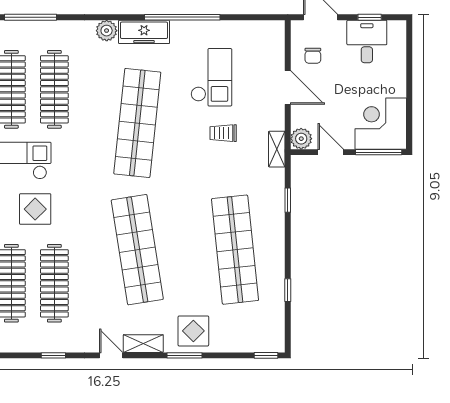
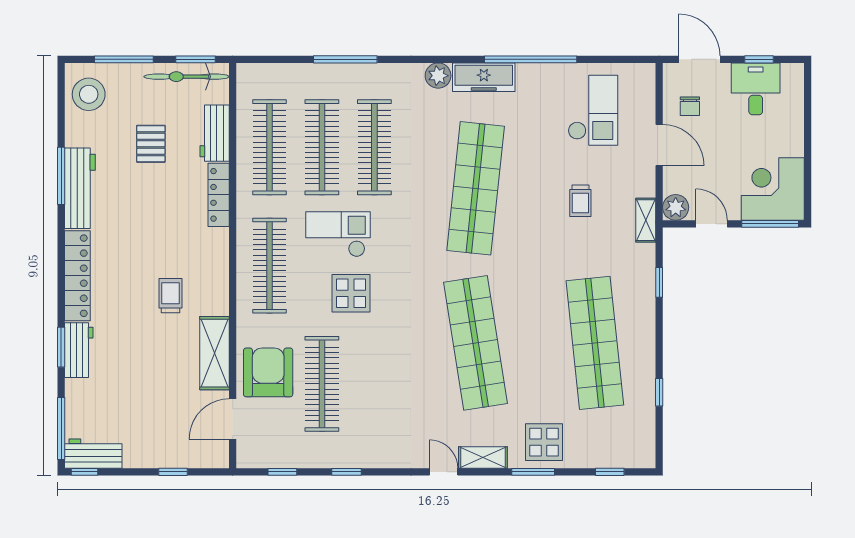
checkout: (211, 77) -> (593, 110), moved
trolley: (223, 133) -> (580, 201), turned -90
clothes rail: (54, 283) -> (374, 384), removed
window: (53, 355) -> (347, 472), moved
window: (266, 355) -> (610, 472), moved

